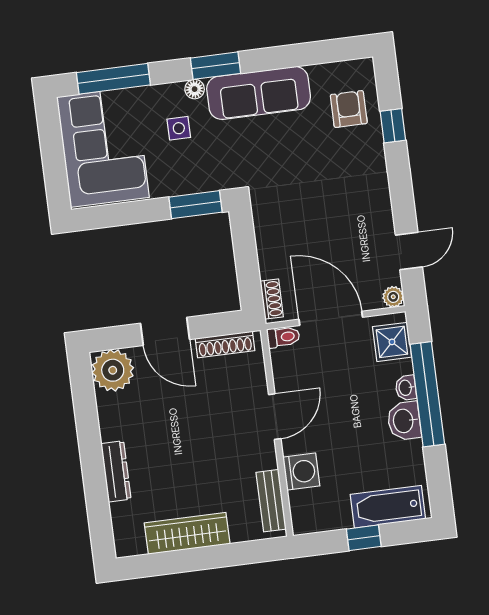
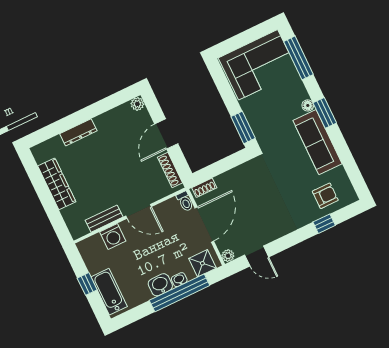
side table: (179, 128) -> (283, 104), removed
plant: (113, 370) -> (137, 104), width x0.53, depth x0.53
bench: (271, 501) -> (104, 219), moved

